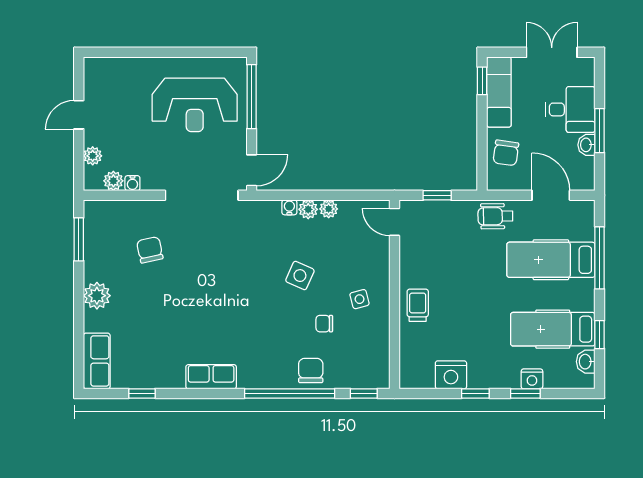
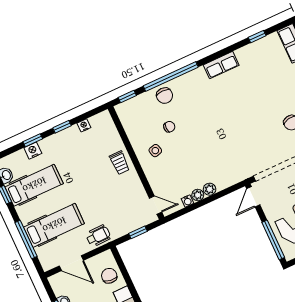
water cooler: (289, 207) -> (187, 201), moved
side table: (300, 276) -> (197, 148), removed
nightstand: (451, 375) -> (84, 125), width x0.53, depth x0.56

